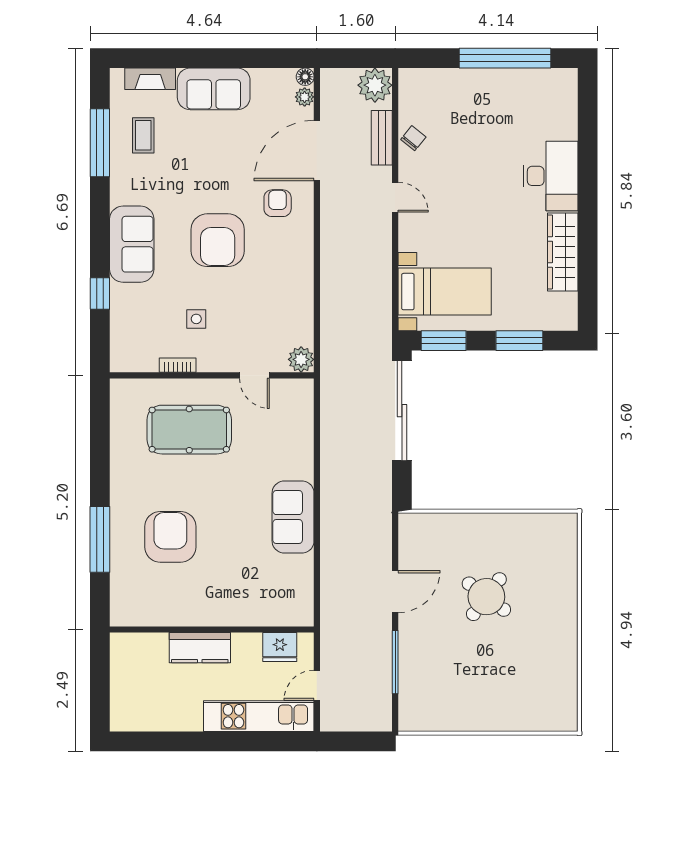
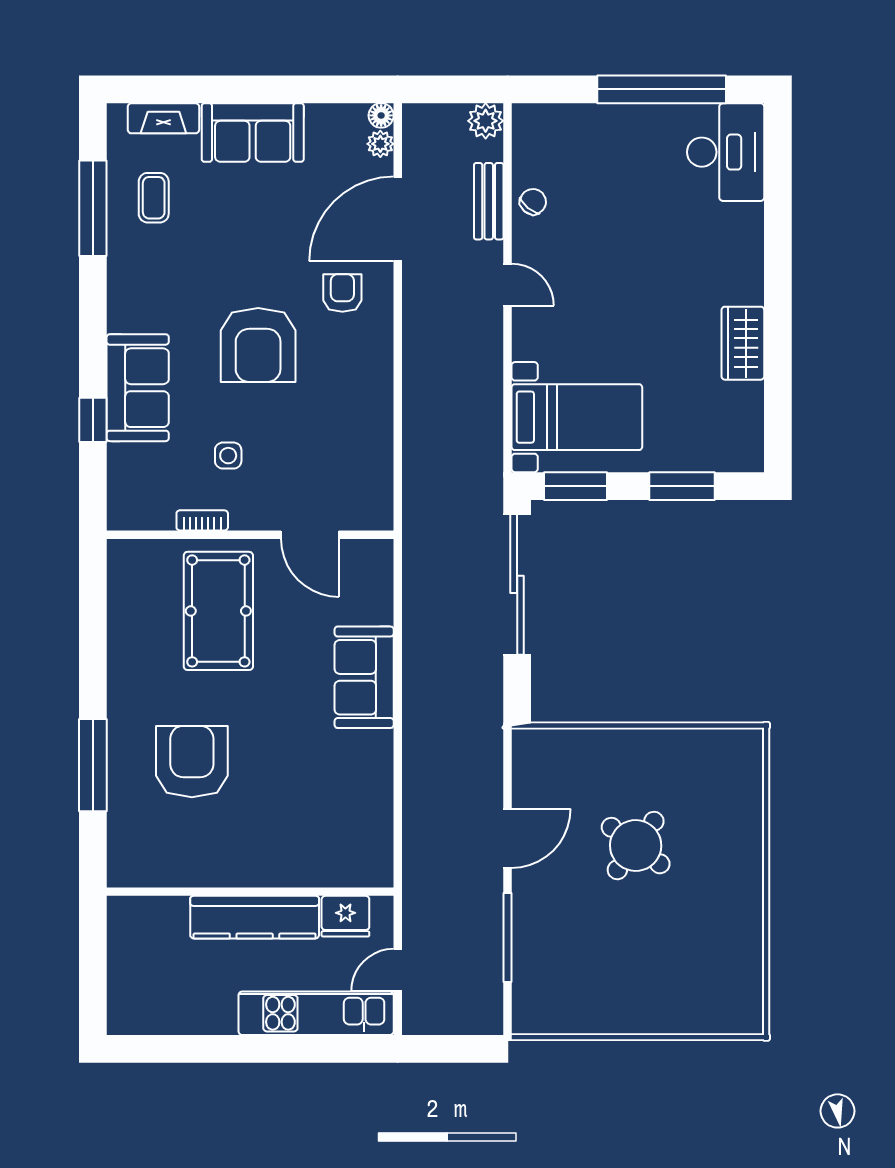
plant: (375, 85) -> (486, 121), width x0.73, depth x0.73
desk: (550, 176) -> (726, 152), moved
sofa: (132, 244) -> (138, 388), moved
wardrobe: (563, 252) -> (743, 343), width x0.67
plant: (301, 359) -> (375, 512), removed
door: (254, 375) -> (310, 535), width x1.37
pool table: (189, 430) -> (218, 611), turned 90
sofa: (293, 517) -> (364, 677), moved
kitchen counter: (200, 648) -> (255, 917), width x1.50

